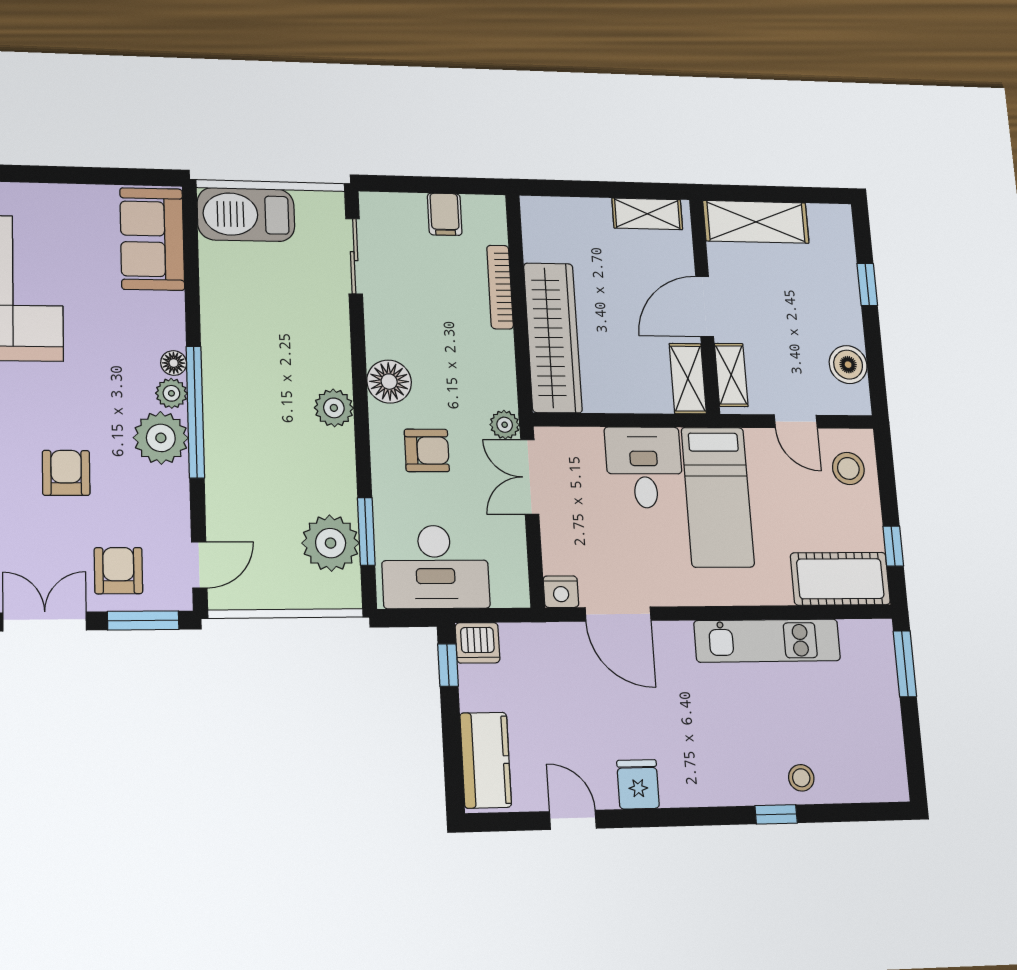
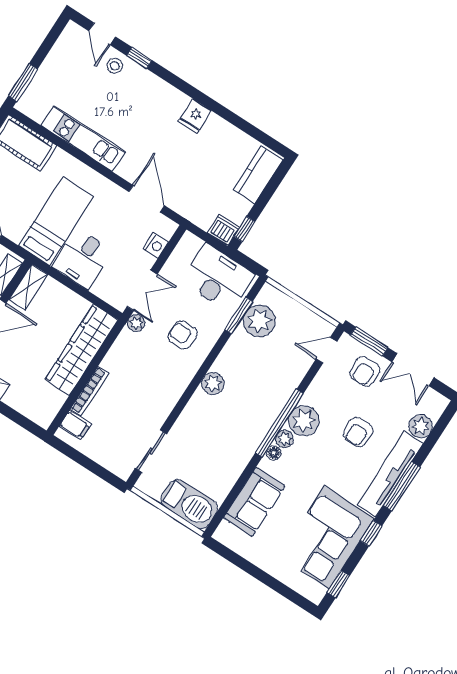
filing cabinet: (445, 214) -> (75, 425), moved, turned 90
sofa: (152, 239) -> (254, 502), moved
floor lamp: (389, 382) -> (177, 379), removed
nightstand: (561, 592) -> (156, 246), moved, turned 90
door: (573, 820) -> (102, 34), moved

